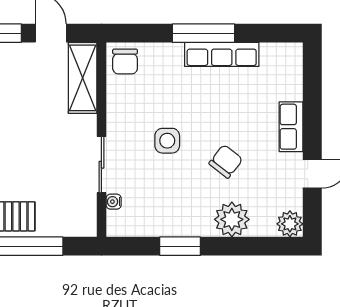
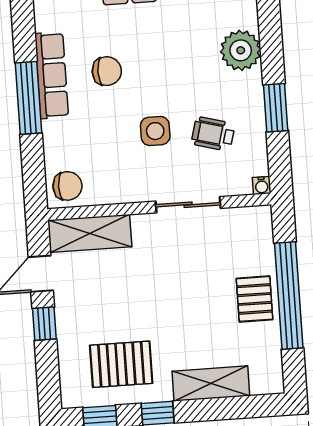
chair: (226, 161) -> (107, 71), moved, turned 142
wheelchair: (161, 191) -> (213, 134), added
water cooler: (114, 202) -> (262, 186), moved

